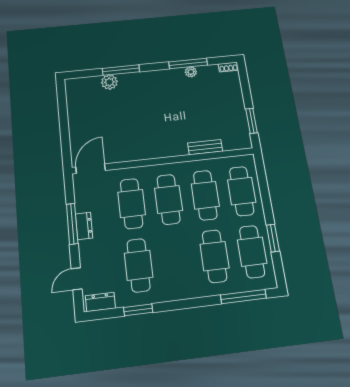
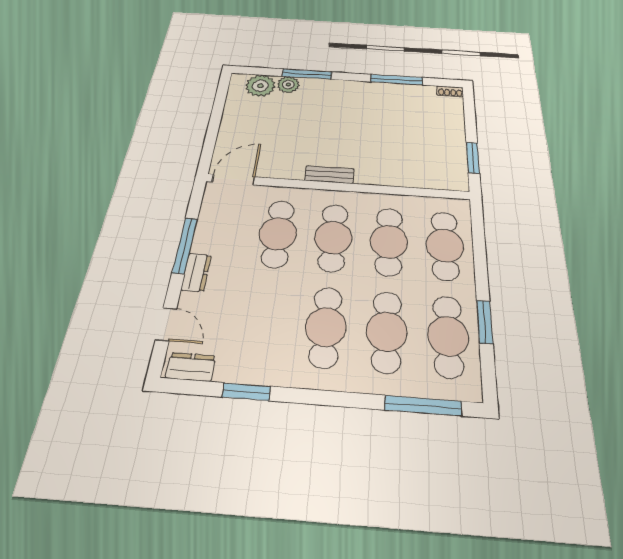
plant: (191, 72) -> (260, 86), moved, width x1.87, depth x1.87
bench: (205, 147) -> (329, 175), moved
dresser: (84, 226) -> (196, 272), moved
cafe table: (139, 265) -> (326, 327), moved
door: (77, 279) -> (166, 324), swing flipped

